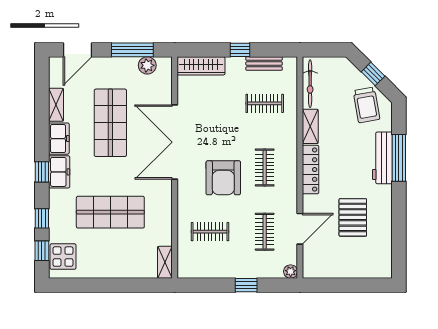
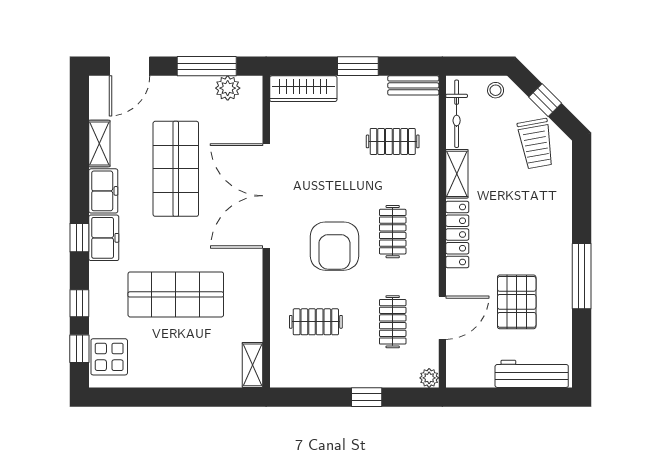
window: (240, 50) -> (358, 66), width x1.50
bench: (264, 64) -> (413, 85), moved
stool: (338, 67) -> (496, 90), added
workbench: (382, 158) -> (532, 374), moved, turned 90
window: (399, 158) -> (582, 276), moved

